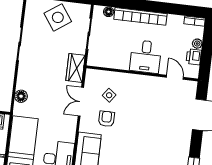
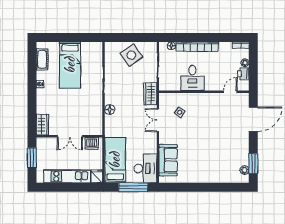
desk: (146, 57) -> (192, 78), moved
door: (175, 77) -> (230, 92), hinge flipped
floor lamp: (21, 96) -> (110, 109), moved
armchair: (107, 119) -> (180, 131), removed

